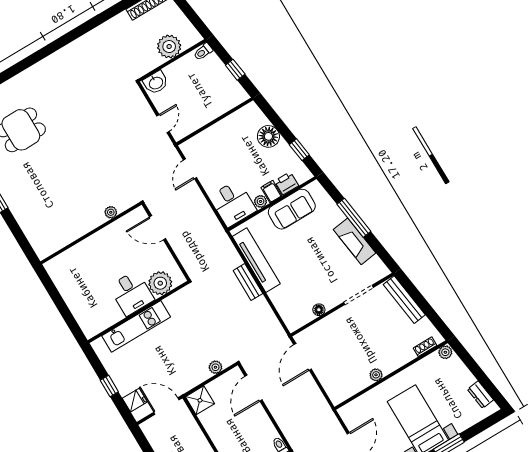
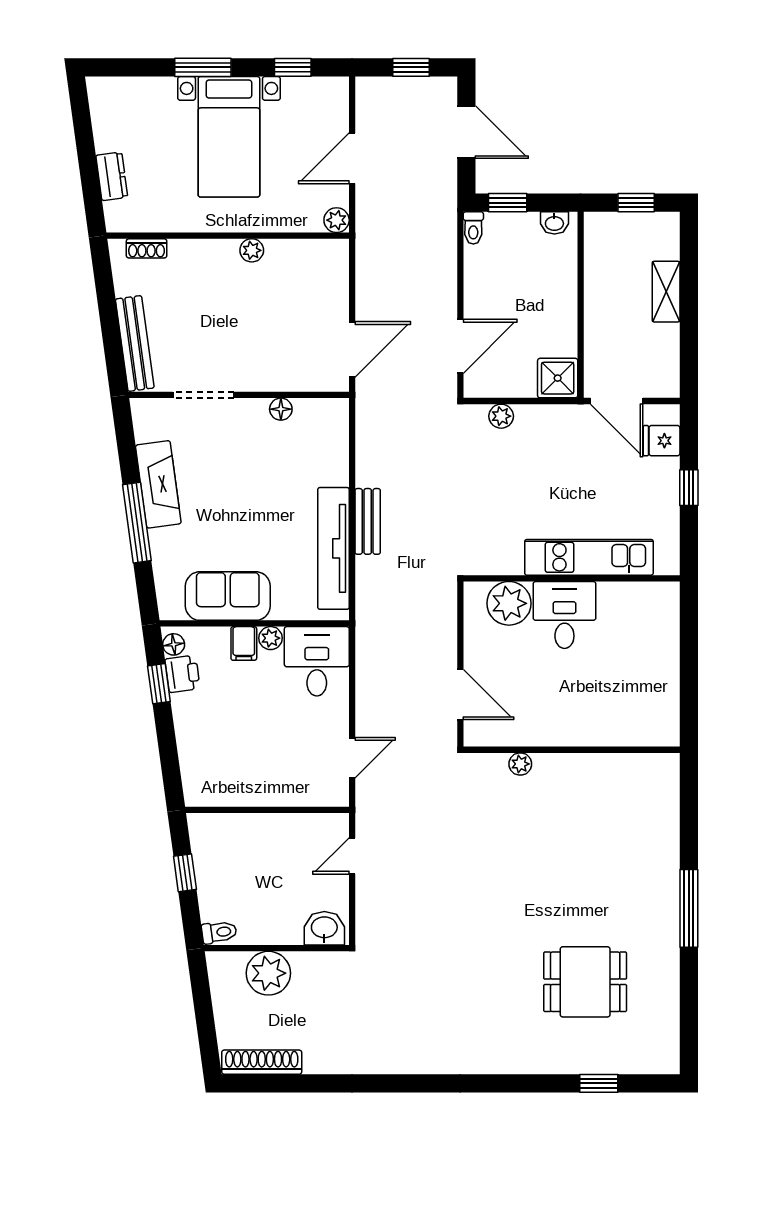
floor lamp: (268, 136) -> (174, 644), moved, width x0.53, depth x0.53
printer: (287, 183) -> (182, 674), moved, turned -98
plant: (445, 352) -> (337, 220), moved
dresser: (480, 395) -> (112, 176), moved

